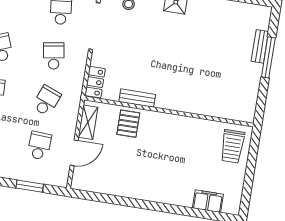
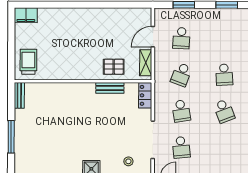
bench: (260, 46) -> (19, 95), moved
pallet: (128, 124) -> (114, 67), turned 90
filing cabinet: (208, 201) -> (26, 15), moved

